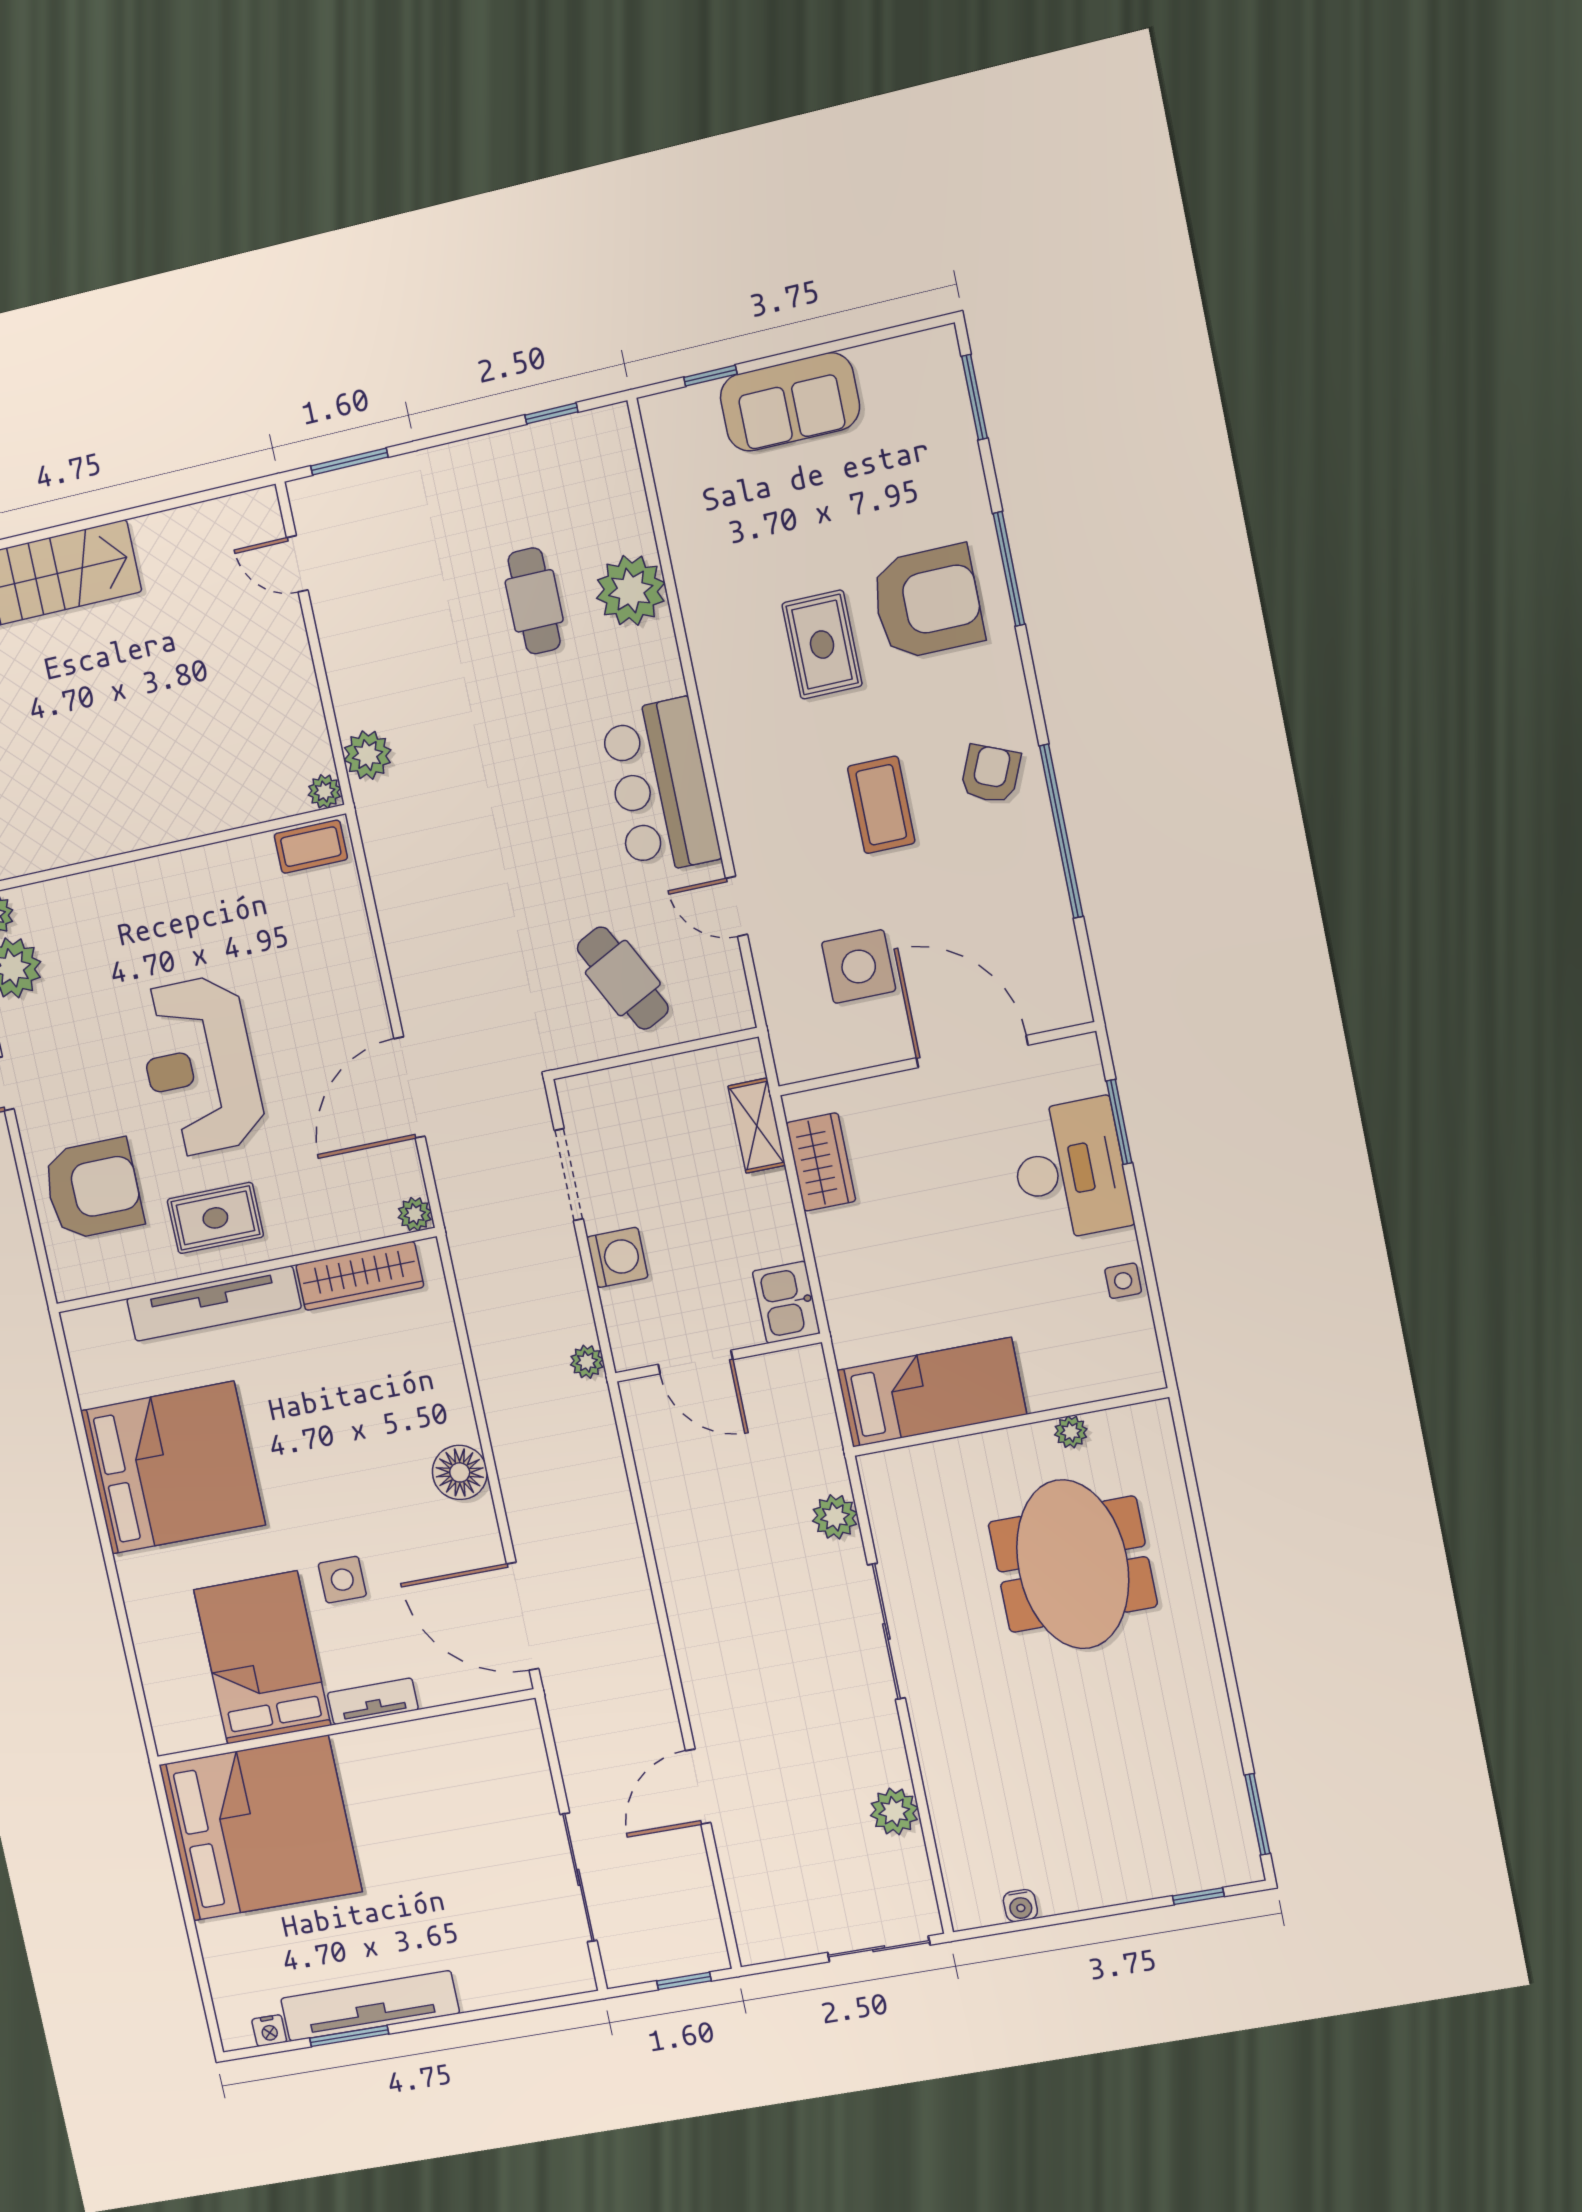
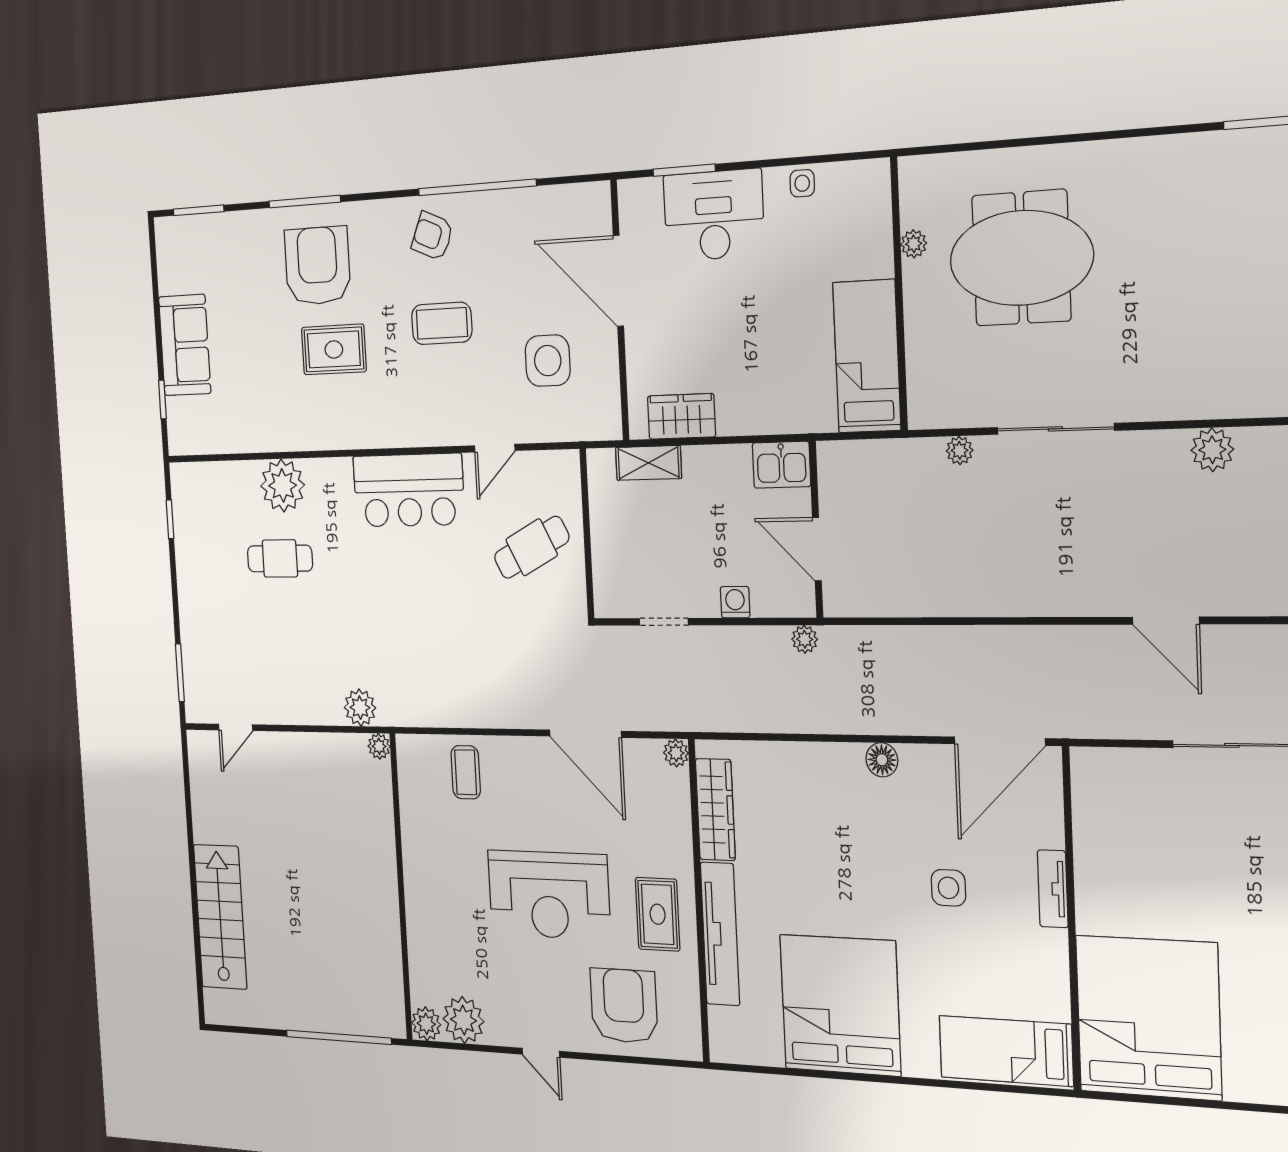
coffee table: (311, 847) -> (466, 772), moved
door: (972, 1051) -> (618, 281), hinge flipped
doorway: (569, 1175) -> (664, 622), width x0.73
washing machine: (617, 1257) -> (735, 602), width x0.73, depth x0.73
door: (695, 1362) -> (817, 549), swing flipped
floor lamp: (460, 1472) -> (882, 760), width x0.73, depth x0.73
plant: (835, 1517) -> (960, 450), width x0.73, depth x0.73
bed: (262, 1658) -> (1006, 1051), moved, width x0.67

